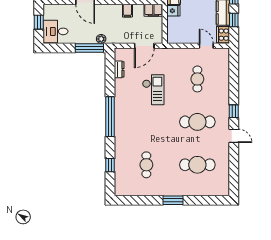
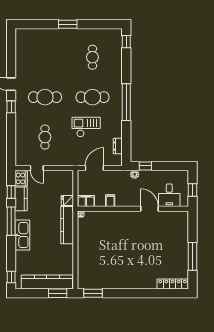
desk: (56, 31) -> (169, 195), moved, turned 90
window: (89, 48) -> (145, 166), width x0.46
checkout: (153, 90) -> (86, 127), turned 90
window: (110, 165) -> (126, 42), moved
cafe table: (197, 165) -> (92, 97), moved

